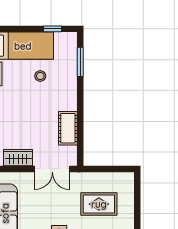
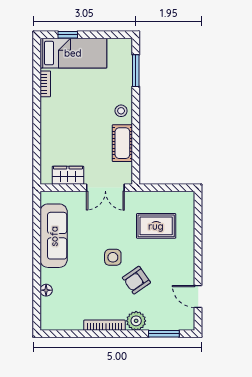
window: (52, 29) -> (68, 35), moved
stool: (40, 76) -> (121, 111), moved

